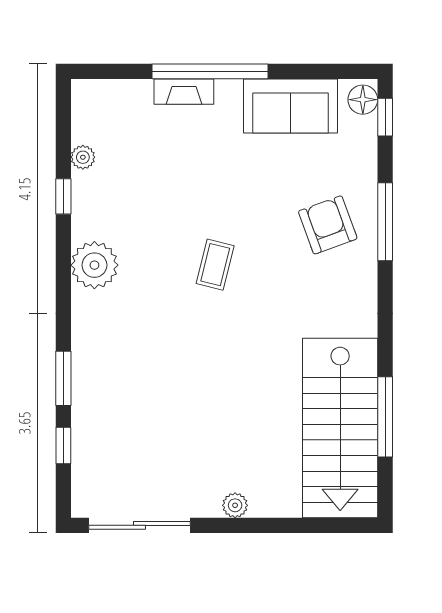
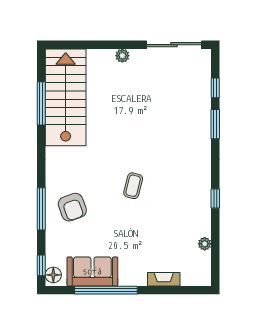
window: (210, 71) -> (106, 290), moved
fireplace: (184, 92) -> (164, 279), moved
window: (63, 196) -> (215, 198), moved
plant: (94, 265) -> (198, 185), removed

